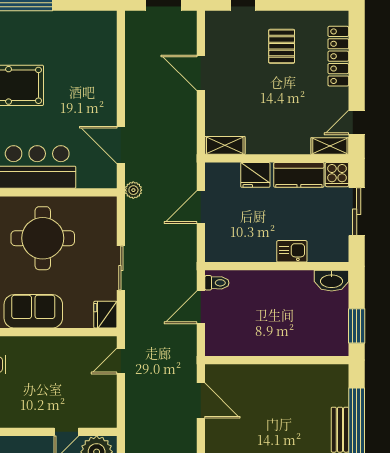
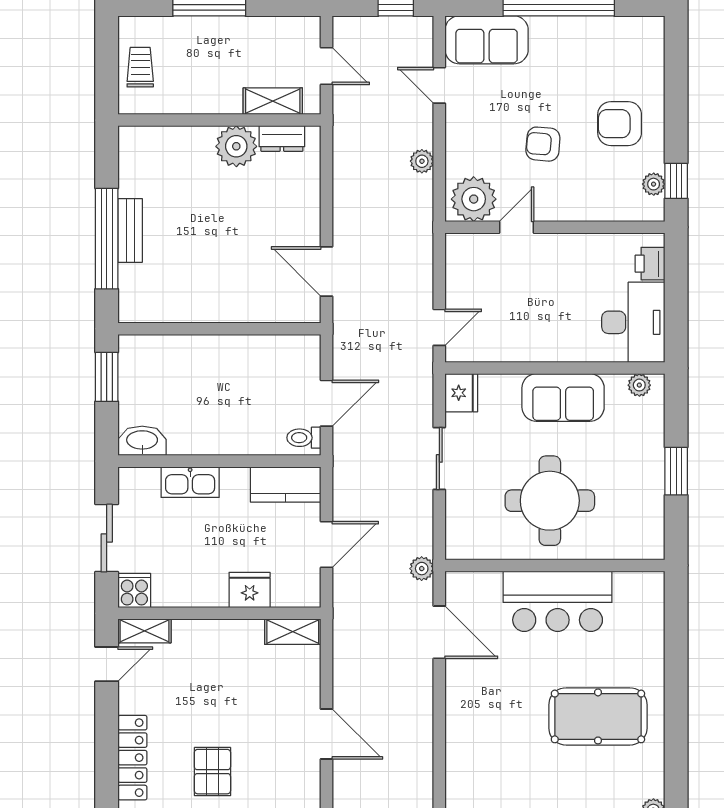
kitchen counter: (299, 175) -> (286, 484), moved, turned 180
kitchen sink: (292, 251) -> (190, 482), width x1.38

